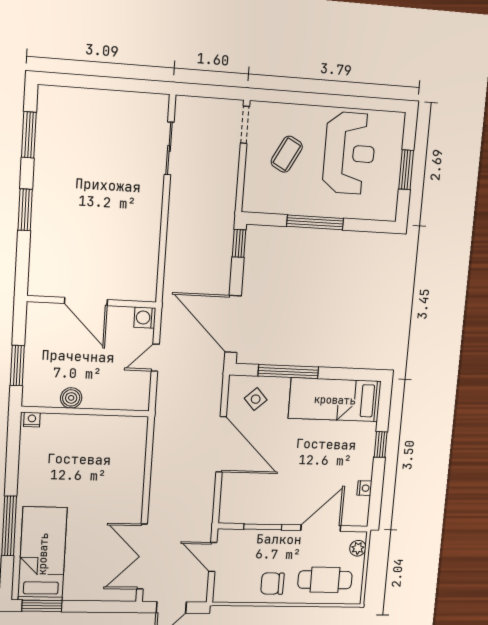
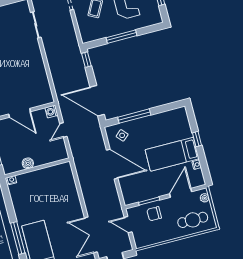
bed: (335, 400) -> (172, 154), moved
chair: (272, 584) -> (154, 214), moved

